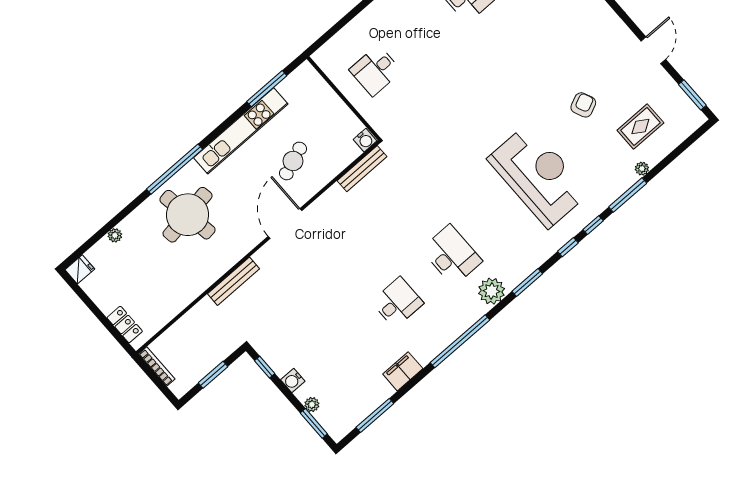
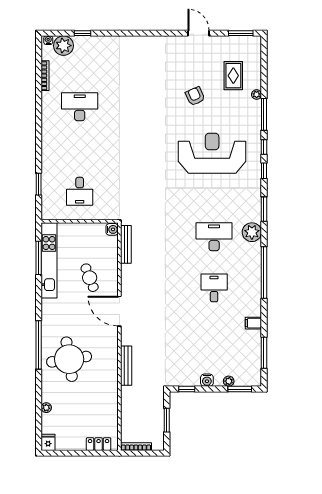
window: (345, 20) -> (39, 184), added
kitchen unit: (241, 131) -> (49, 260), moved
filing cabinet: (403, 371) -> (253, 323), width x0.50

